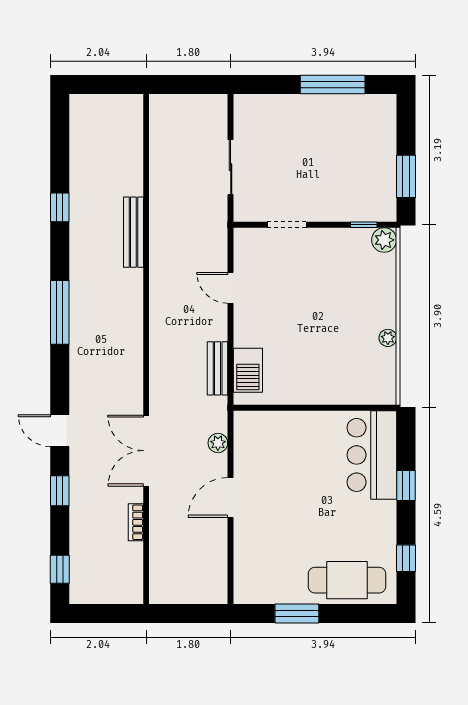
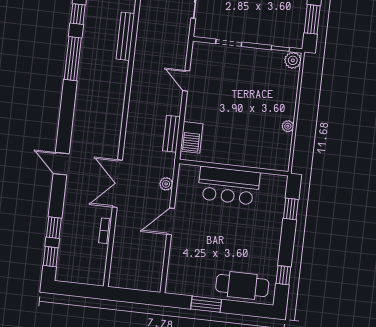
window: (60, 312) -> (73, 59), moved
bar counter: (372, 455) -> (229, 186), moved, turned -90
window: (406, 485) -> (291, 209), moved
window: (60, 491) -> (54, 228), moved

